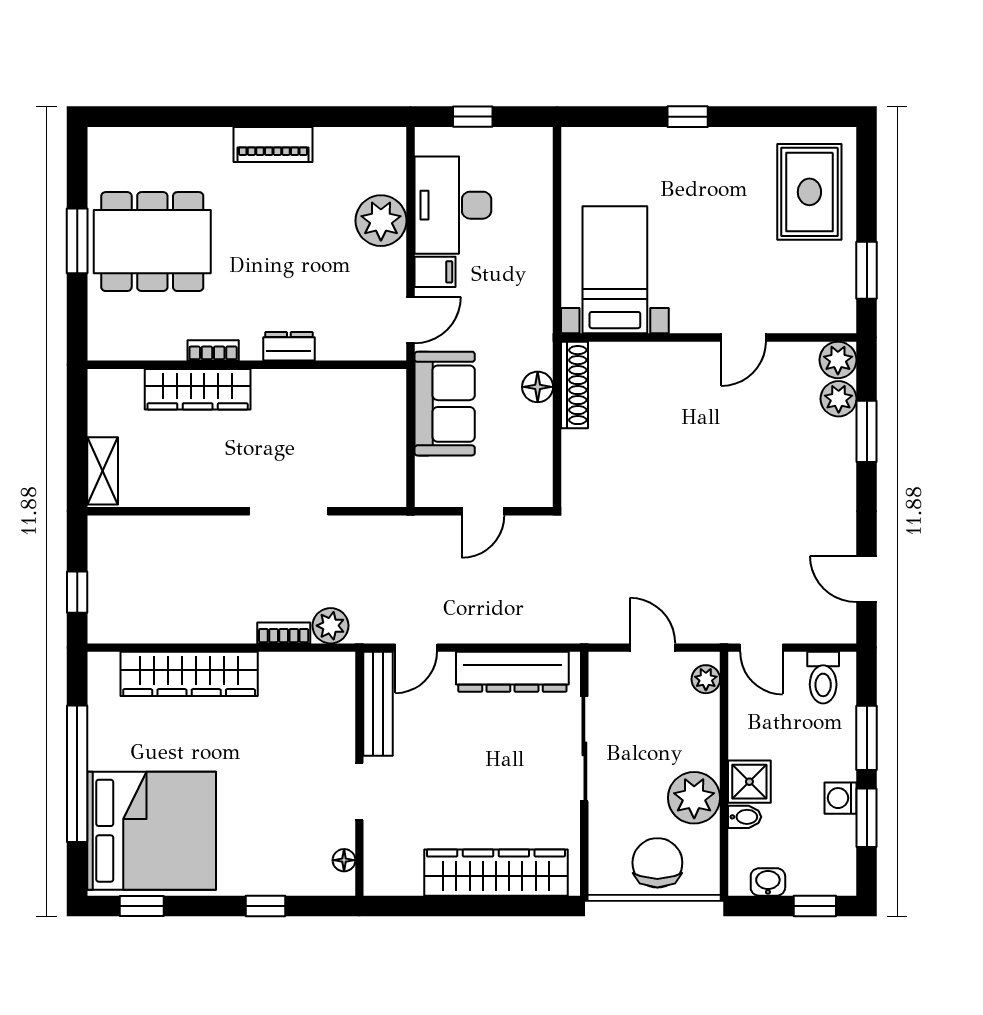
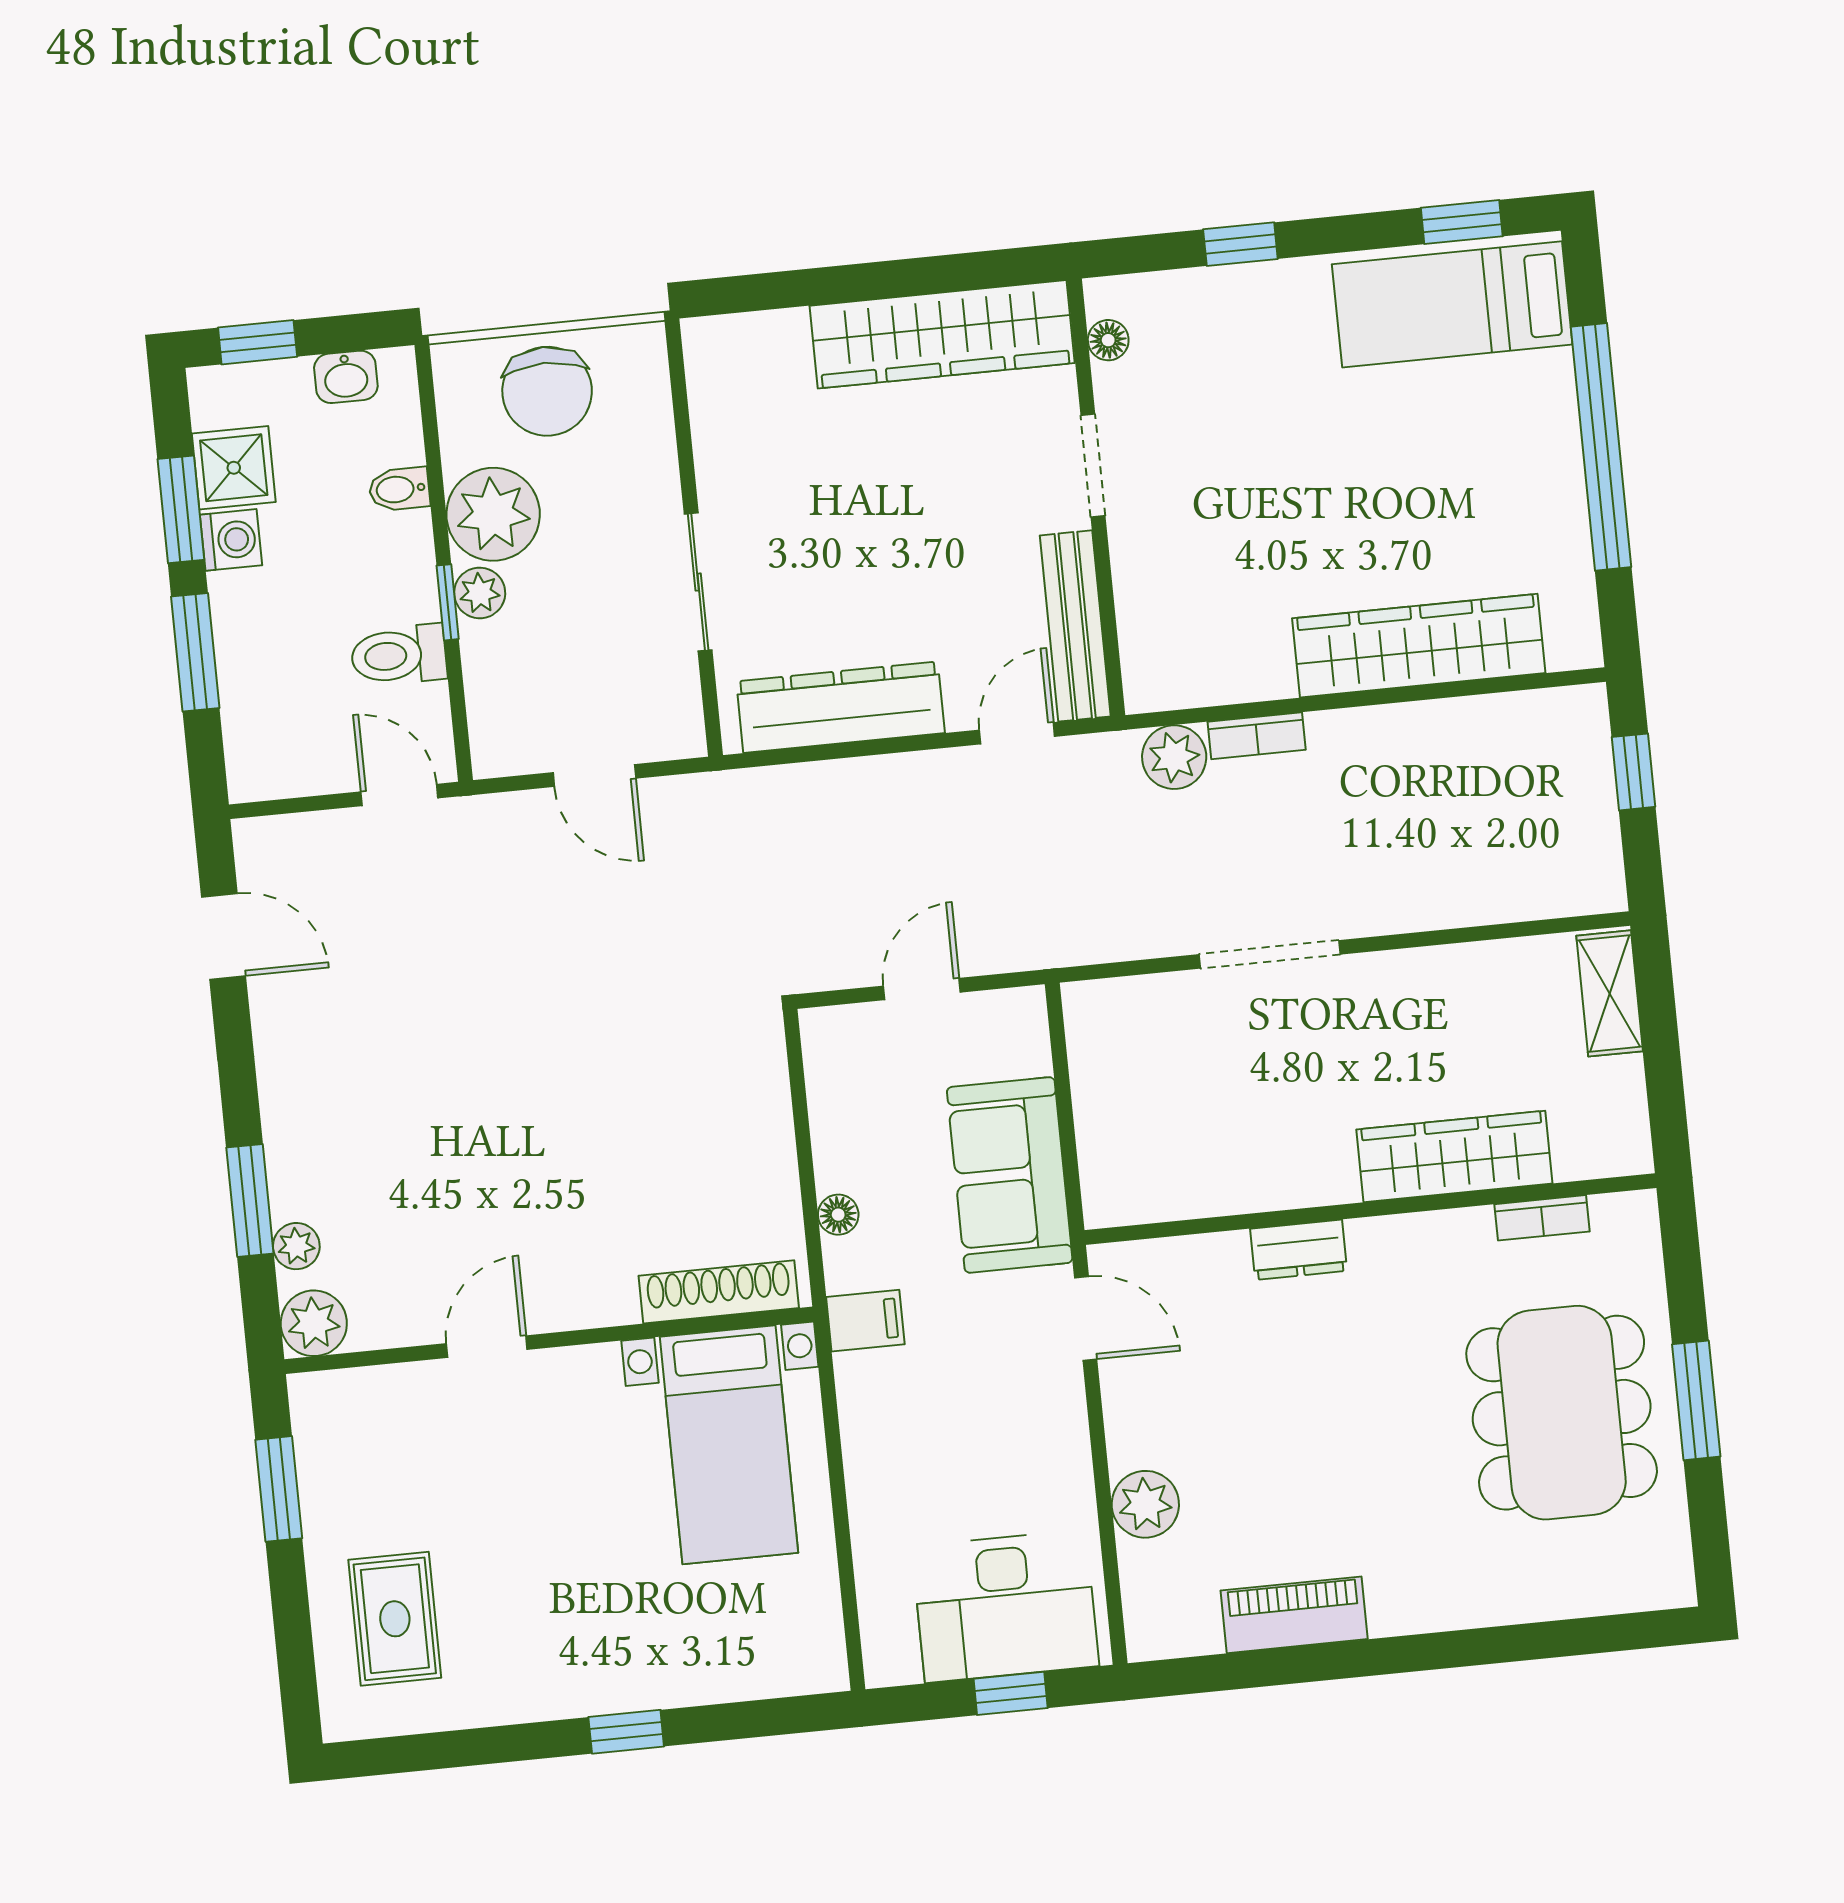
piano: (273, 144) -> (1294, 1615), moved
rug: (809, 192) -> (395, 1619), width x0.73, depth x0.70
desk: (453, 205) -> (1005, 1606), moved, turned 90
plant: (381, 221) -> (1145, 1504), width x0.73, depth x0.73
dining table: (152, 242) -> (1562, 1413), turned 90
filing cabinet: (435, 272) -> (865, 1321), moved, turned 180
door: (410, 320) -> (1086, 1318), swing flipped
bookcase: (213, 350) -> (1542, 1218), moved
shoe rack: (575, 385) -> (719, 1292), moved, turned 90
floor lamp: (538, 387) -> (838, 1215), width x0.73, depth x0.73
plant: (839, 399) -> (296, 1246), width x0.73, depth x0.73
toilet: (823, 678) -> (399, 655), moved, turned -90
plant: (706, 679) -> (480, 593), moved
sliding door: (584, 749) -> (698, 582), width x0.73
window: (724, 752) -> (448, 602), added
shower: (749, 782) -> (234, 468), moved
bed: (152, 831) -> (1452, 304), width x0.49
wardrobe: (496, 873) -> (942, 334), moved

